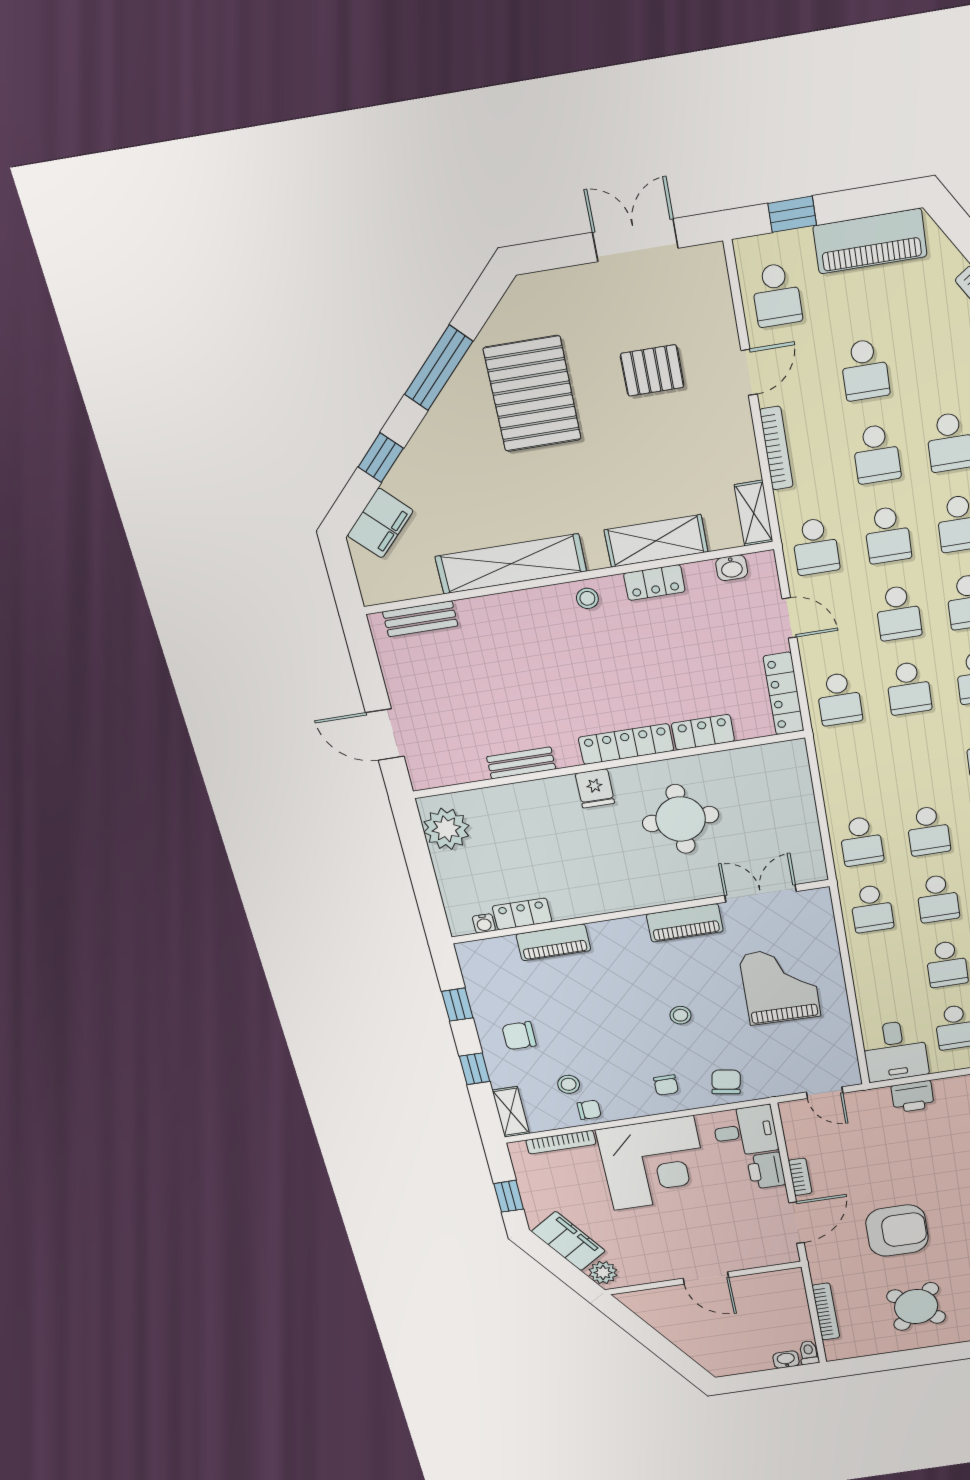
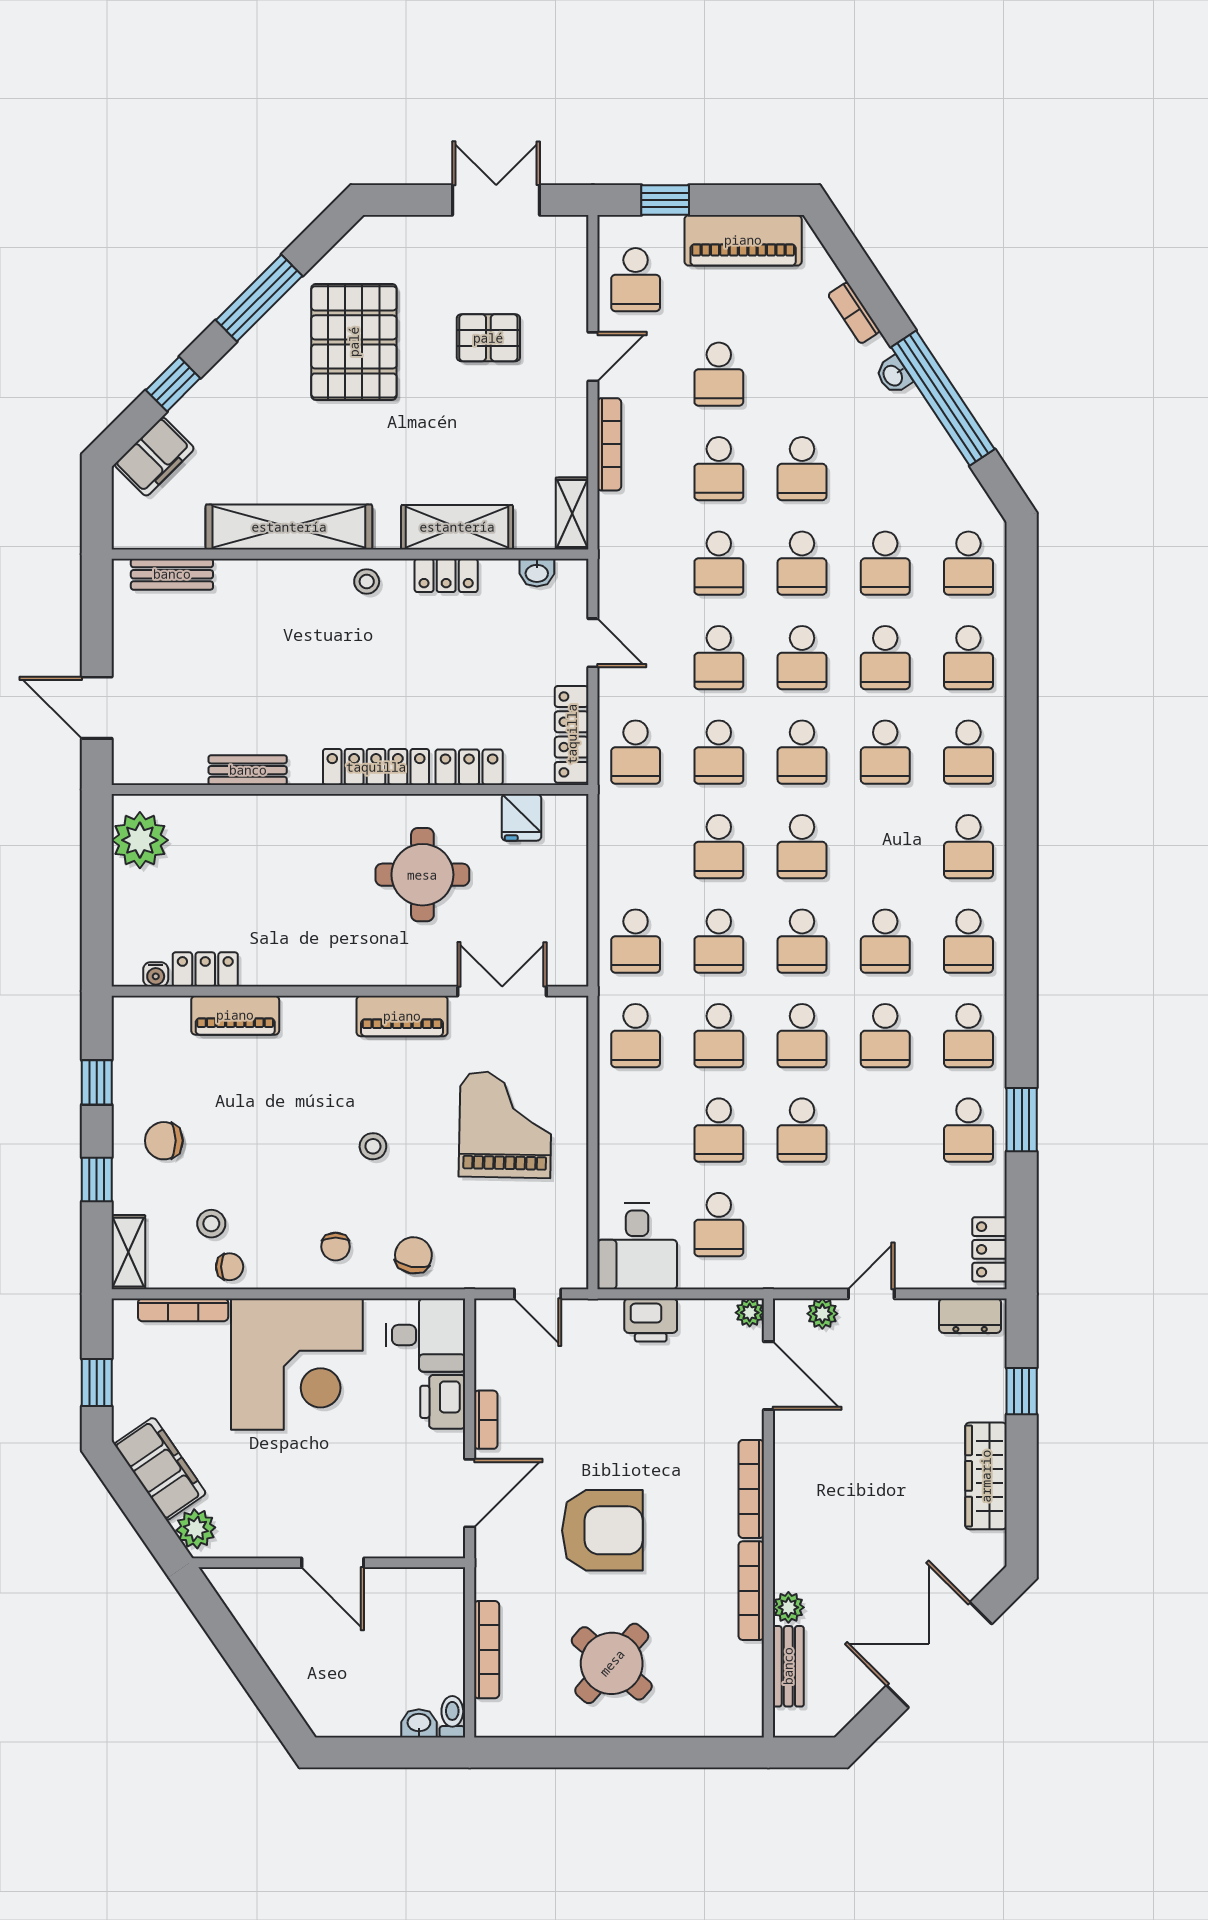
school desk: (816, 546) -> (719, 847), moved
fridge: (595, 788) -> (521, 817), moved

